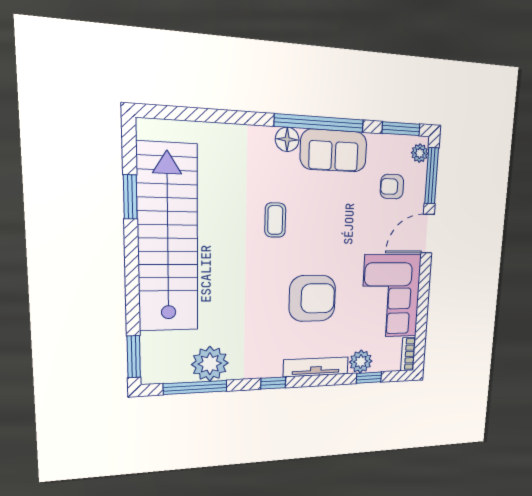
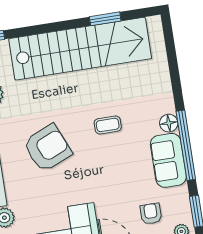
armchair: (312, 298) -> (47, 148), moved, turned -113

